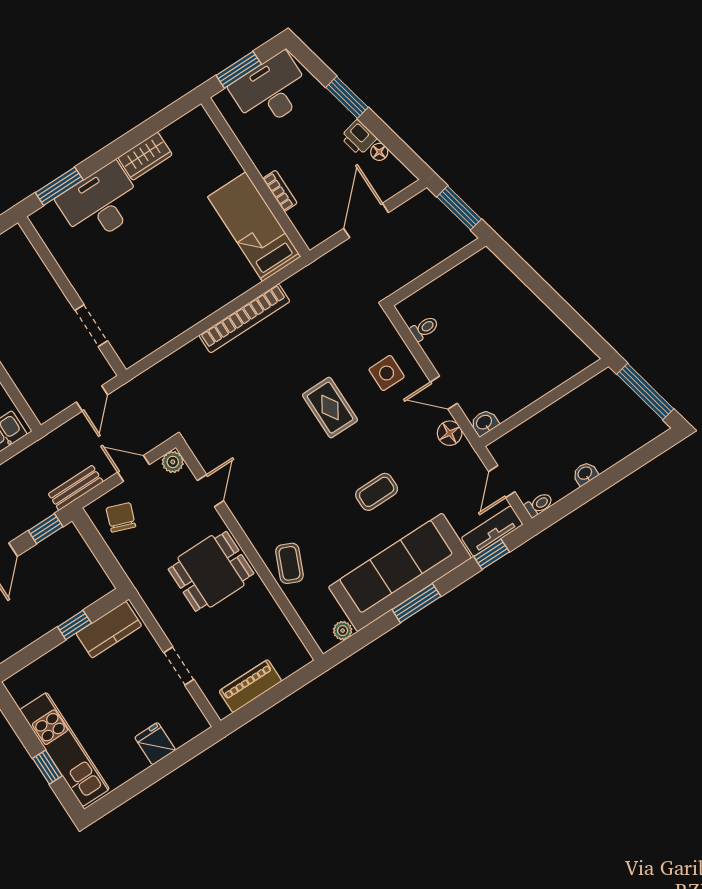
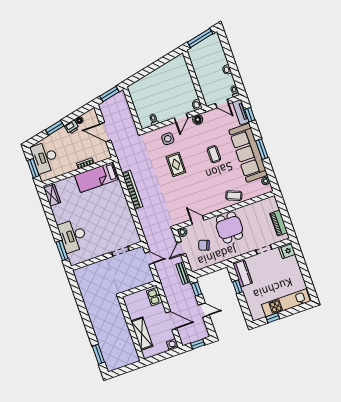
wardrobe: (145, 156) -> (52, 195), moved
rug: (330, 408) -> (176, 164), turned 90
chair: (121, 517) -> (204, 245), moved
fridge: (155, 744) -> (287, 251), moved
window: (47, 767) -> (273, 318), moved

